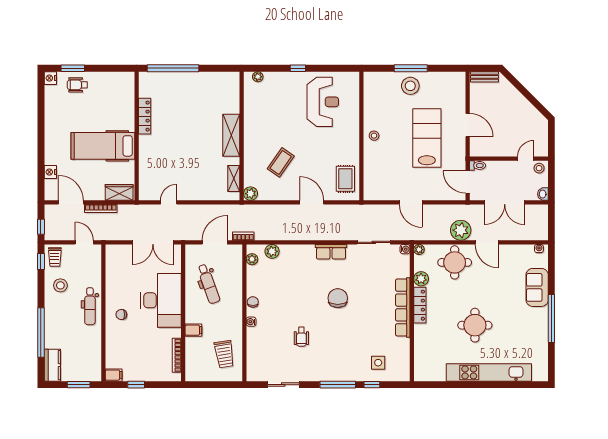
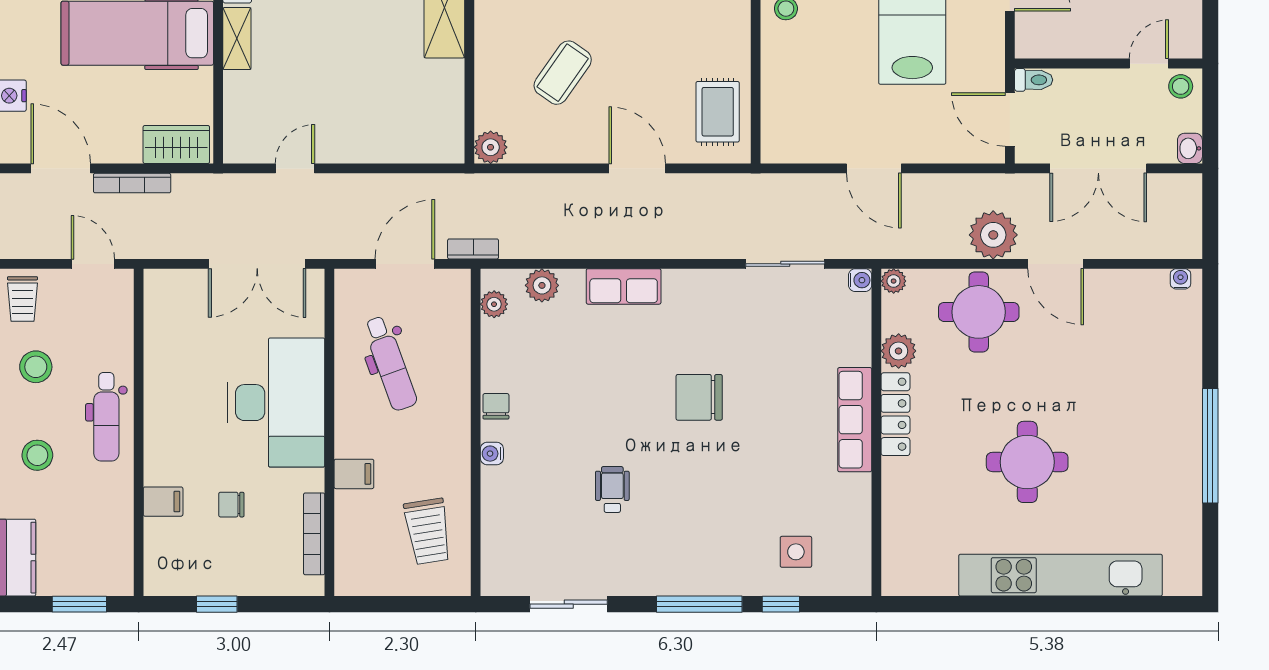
shelving: (234, 178) -> (237, 39), moved
row of seats: (331, 252) -> (624, 286), moved
sofa: (537, 287) -> (1176, 372), removed
chair: (338, 298) -> (699, 397), turned -90
row of seats: (403, 307) -> (855, 420), width x0.73
chair: (121, 314) -> (231, 505), moved
stool: (61, 322) -> (37, 455), added
wheelchair: (301, 337) -> (612, 489), turned 180
filing cabinet: (114, 375) -> (163, 502), moved

